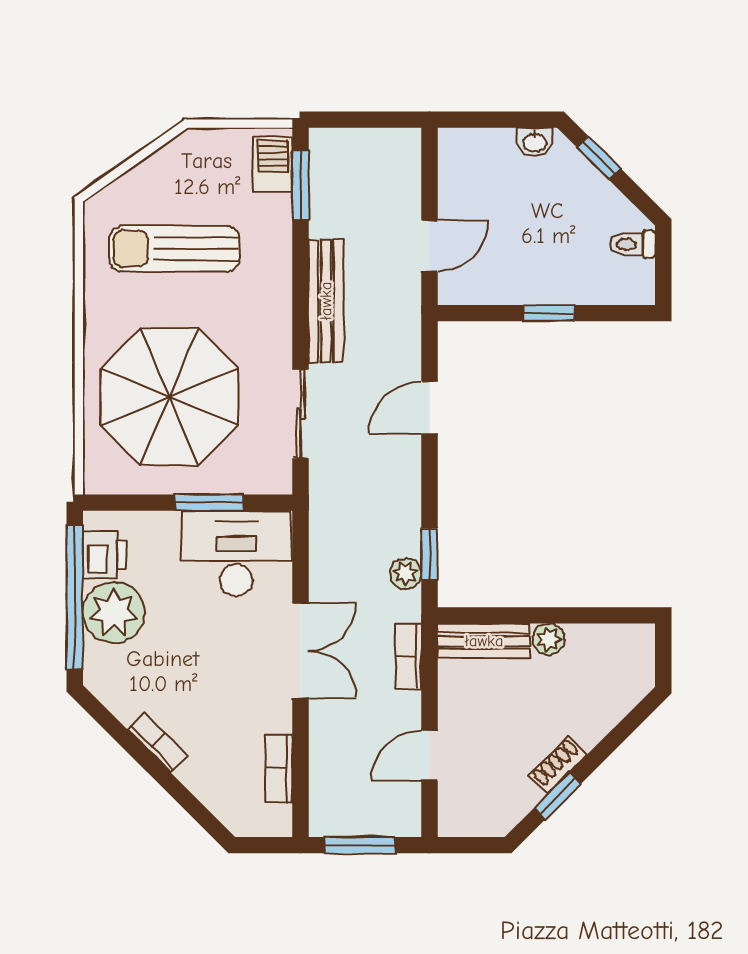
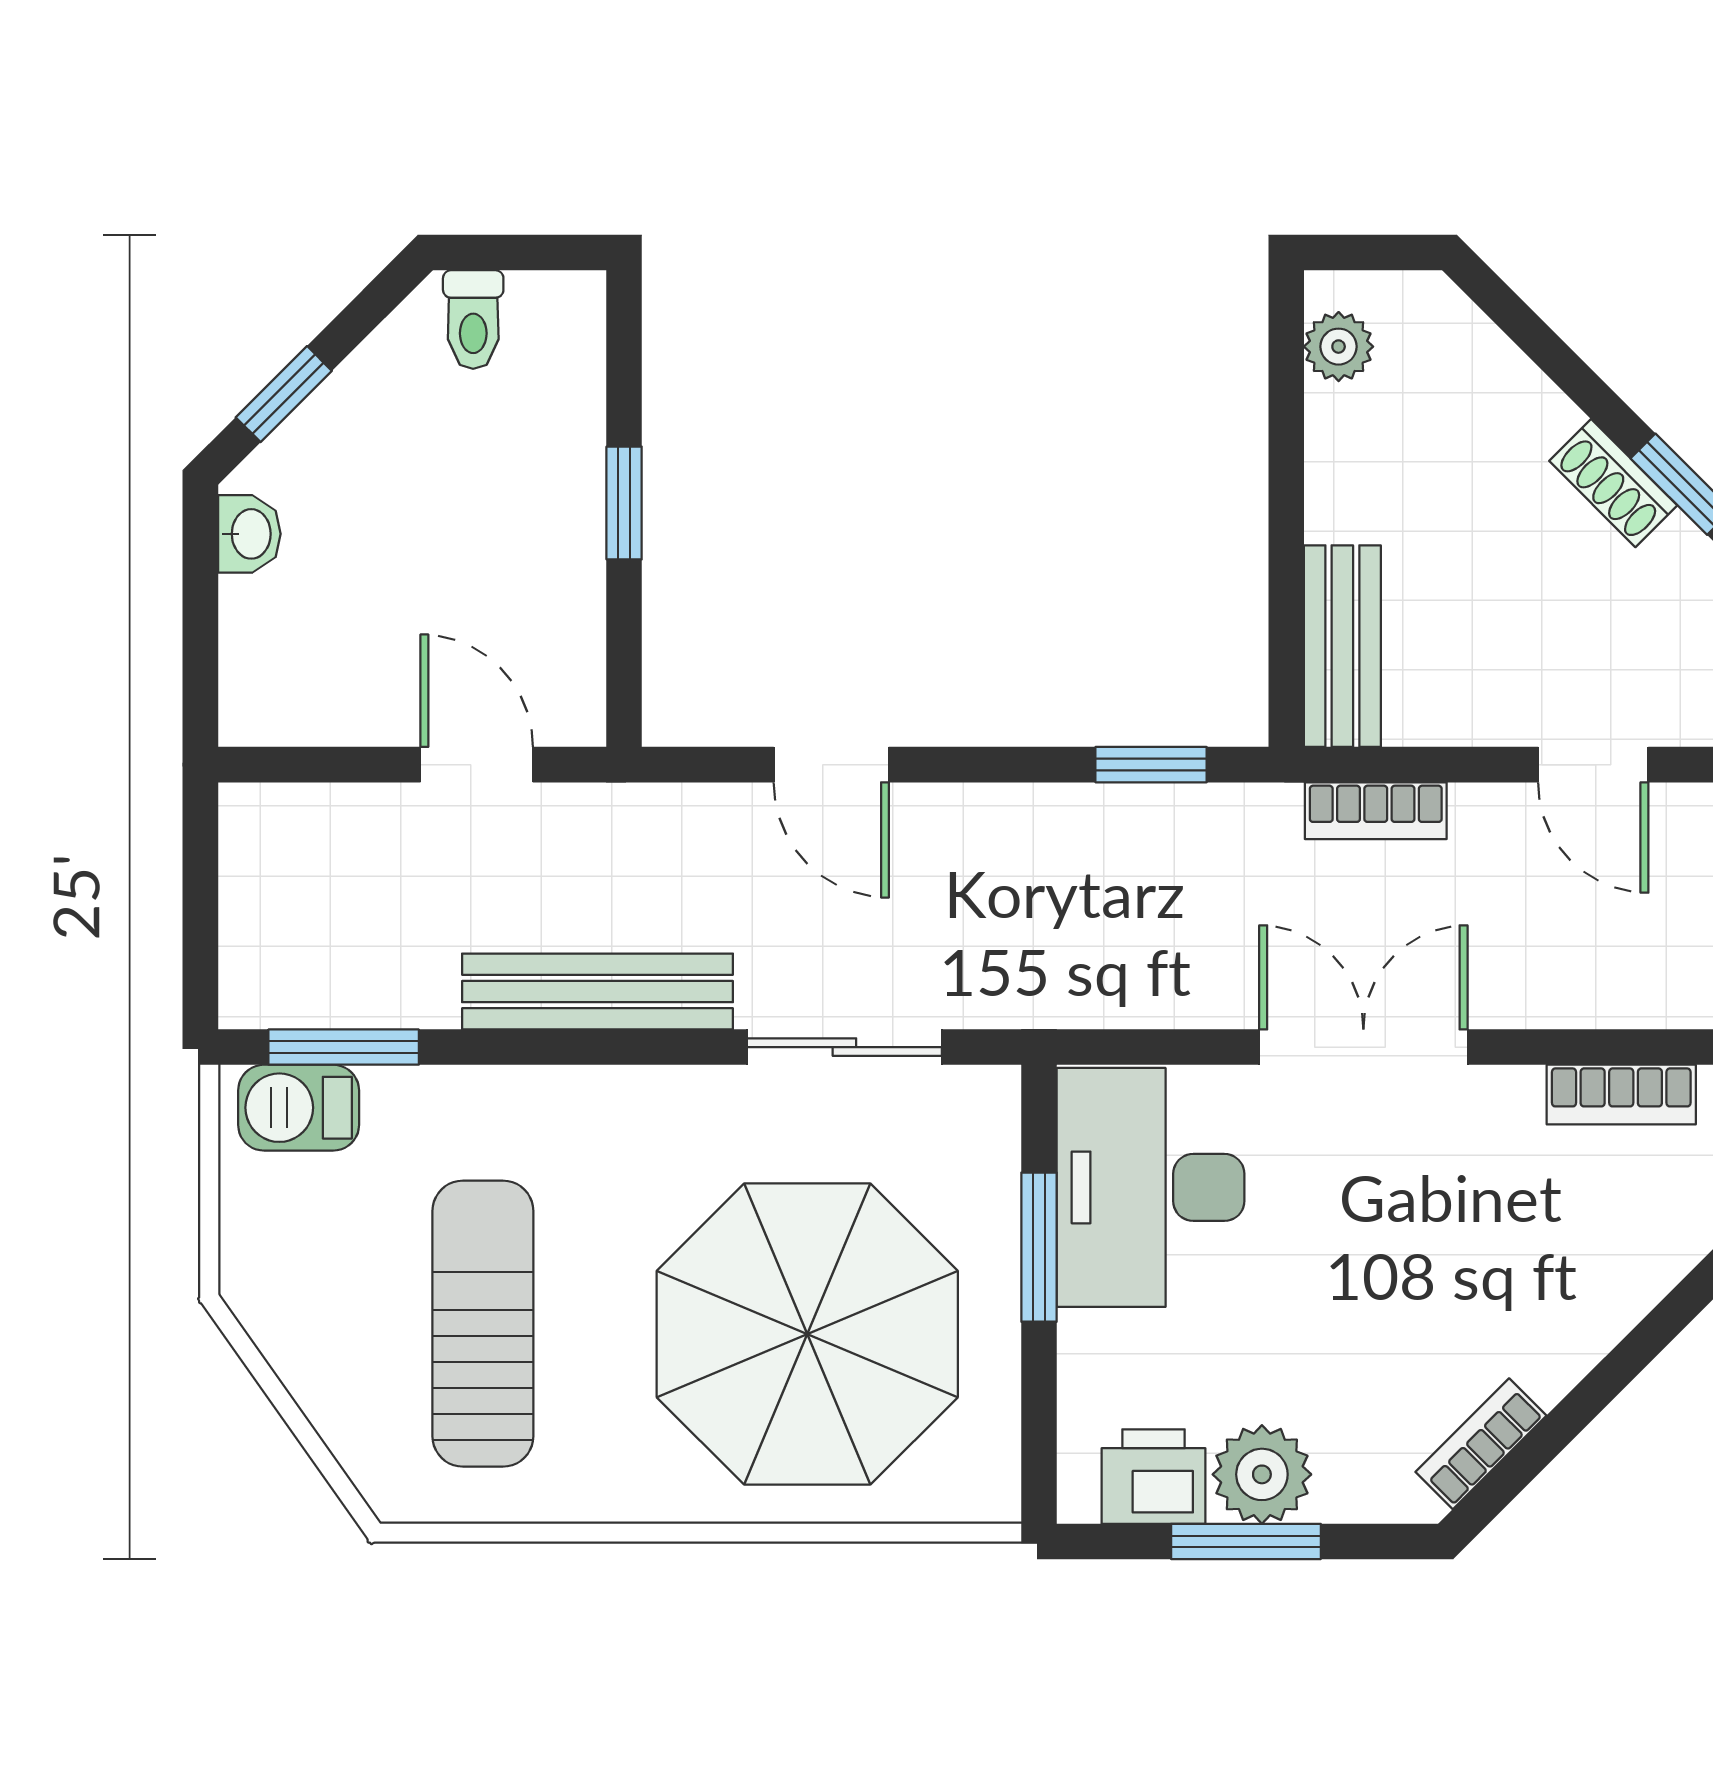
sun lounger: (174, 249) -> (483, 1324), turned 180
plant: (406, 573) -> (1194, 817), removed
window: (75, 597) -> (1246, 1541), width x0.47
plant: (114, 613) -> (1262, 1474), width x0.73, depth x0.73
plant: (549, 639) -> (1339, 347), moved
bookcase: (157, 742) -> (1481, 1444), moved

